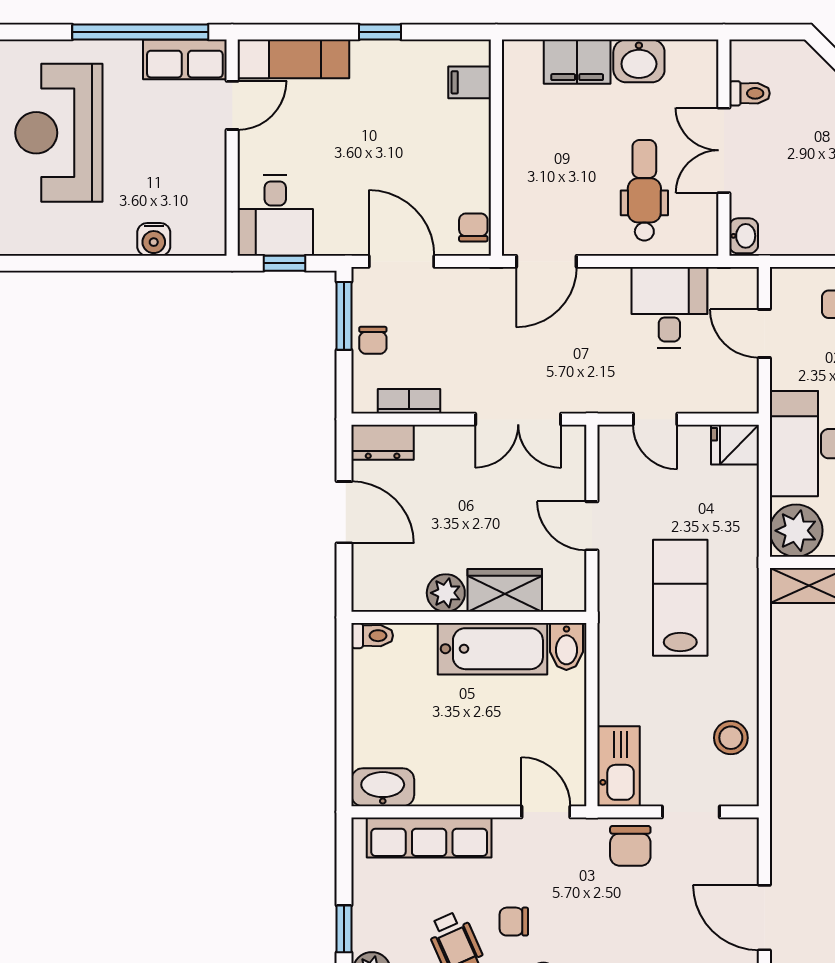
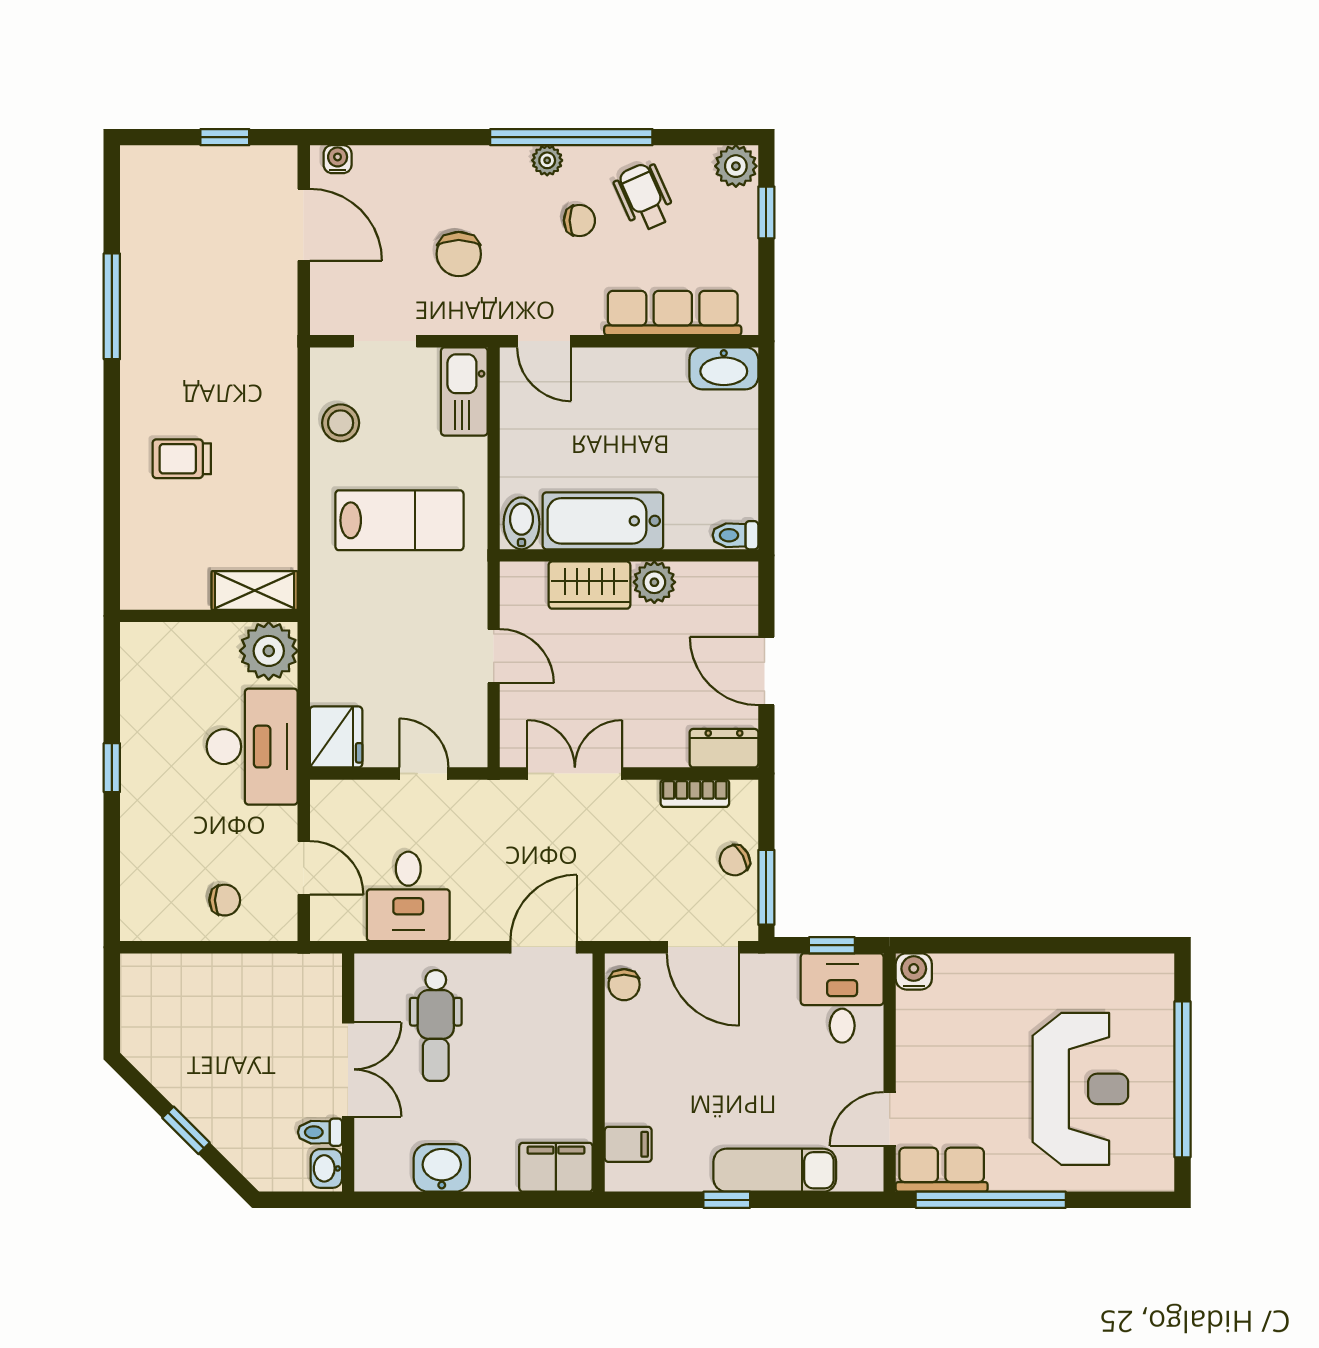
exam couch: (293, 59) -> (775, 1170), moved
filing cabinet: (577, 62) -> (556, 1167), moved
washbasin: (744, 236) -> (326, 1168), moved
water cooler: (154, 239) -> (914, 971), moved
chair: (373, 340) -> (735, 860), turned -119
fridge: (735, 445) -> (336, 737), width x1.38
lab bench: (680, 598) -> (399, 520), moved, turned -90
chair: (630, 846) -> (459, 254), moved, turned 180

